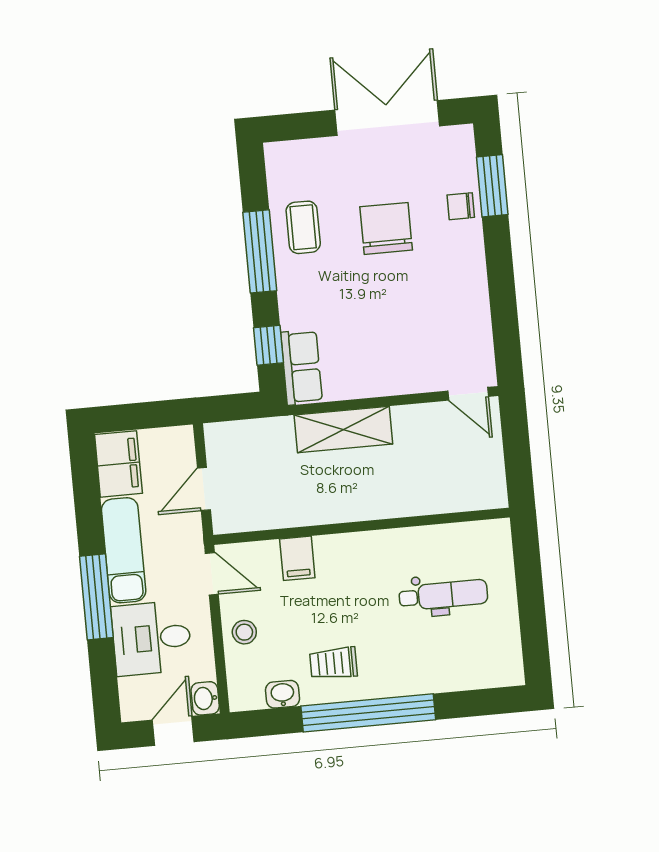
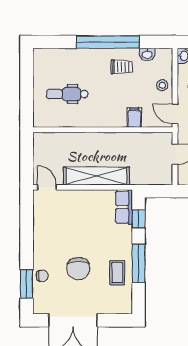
shelving: (343, 429) -> (97, 176), width x1.47

